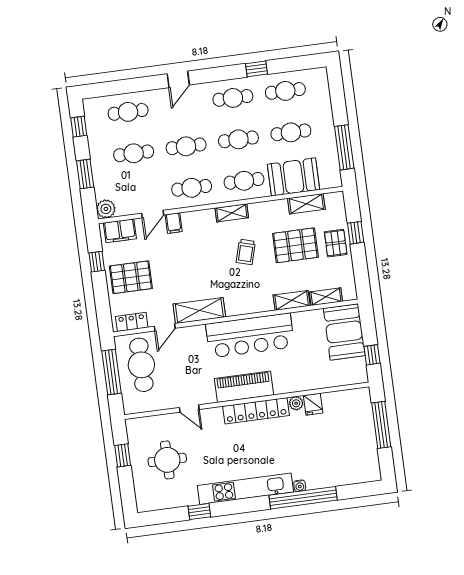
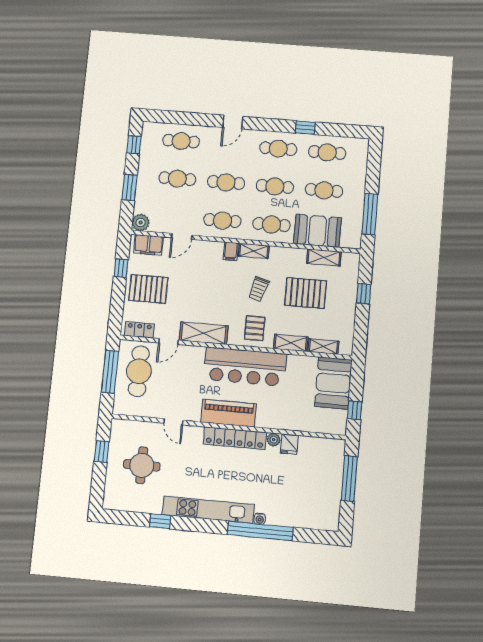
filing cabinet: (174, 223) -> (231, 251), moved
pallet: (336, 243) -> (255, 328), moved

